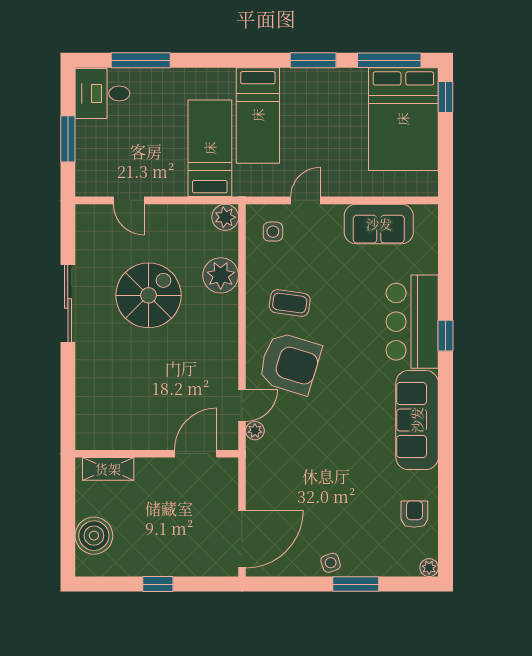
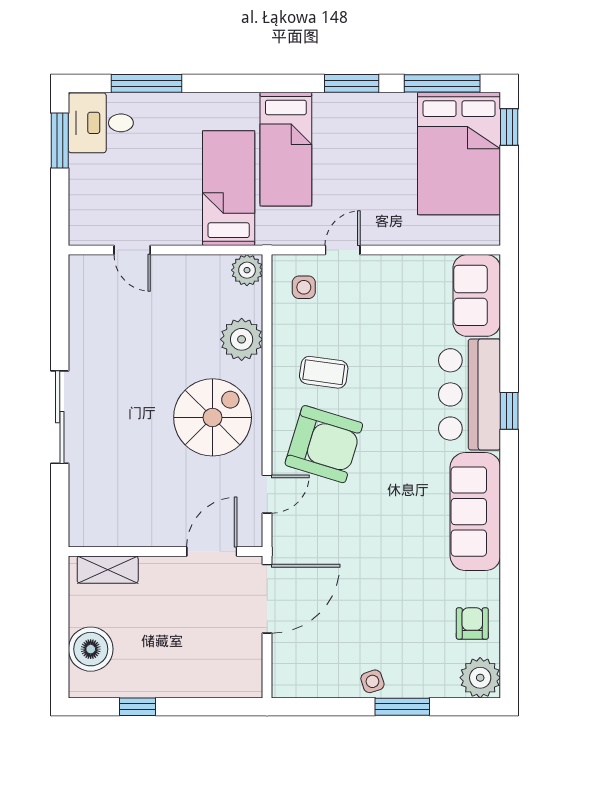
window: (68, 139) -> (60, 141), moved
sofa: (379, 224) -> (477, 295), moved, turned 90
spiral stairs: (148, 295) -> (213, 417), moved
sliding door: (68, 303) -> (60, 417), moved
plant: (255, 431) -> (282, 524), removed
door: (242, 539) -> (267, 599), moved
plant: (429, 568) -> (480, 678), width x1.87, depth x1.87
window: (158, 584) -> (138, 707), moved

